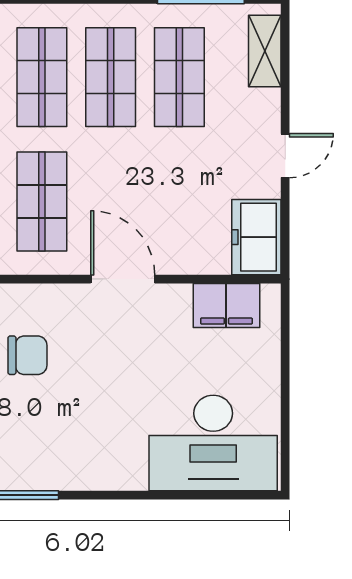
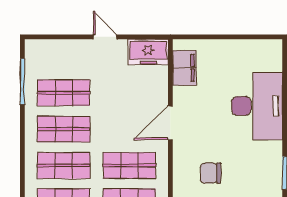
shelving: (265, 51) -> (50, 48), removed
chair: (27, 355) -> (211, 173), turned -90
desk: (213, 443) -> (257, 106), moved

